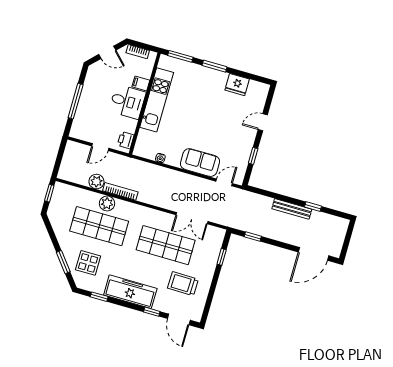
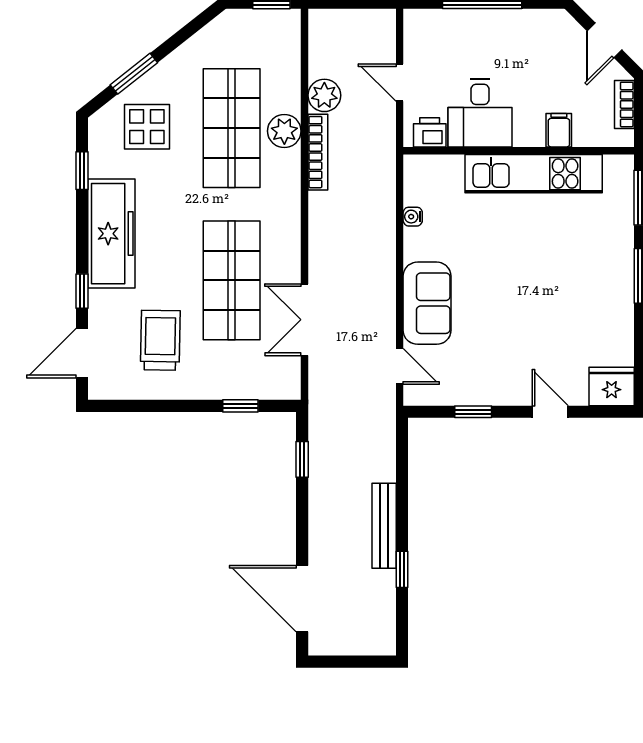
fridge: (237, 85) -> (612, 386), moved, turned 90
desk: (127, 102) -> (480, 113), moved

